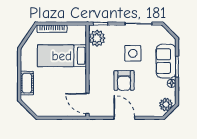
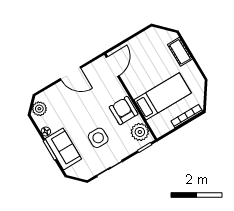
armchair: (124, 80) -> (124, 111), moved
door: (87, 103) -> (113, 66), hinge flipped

